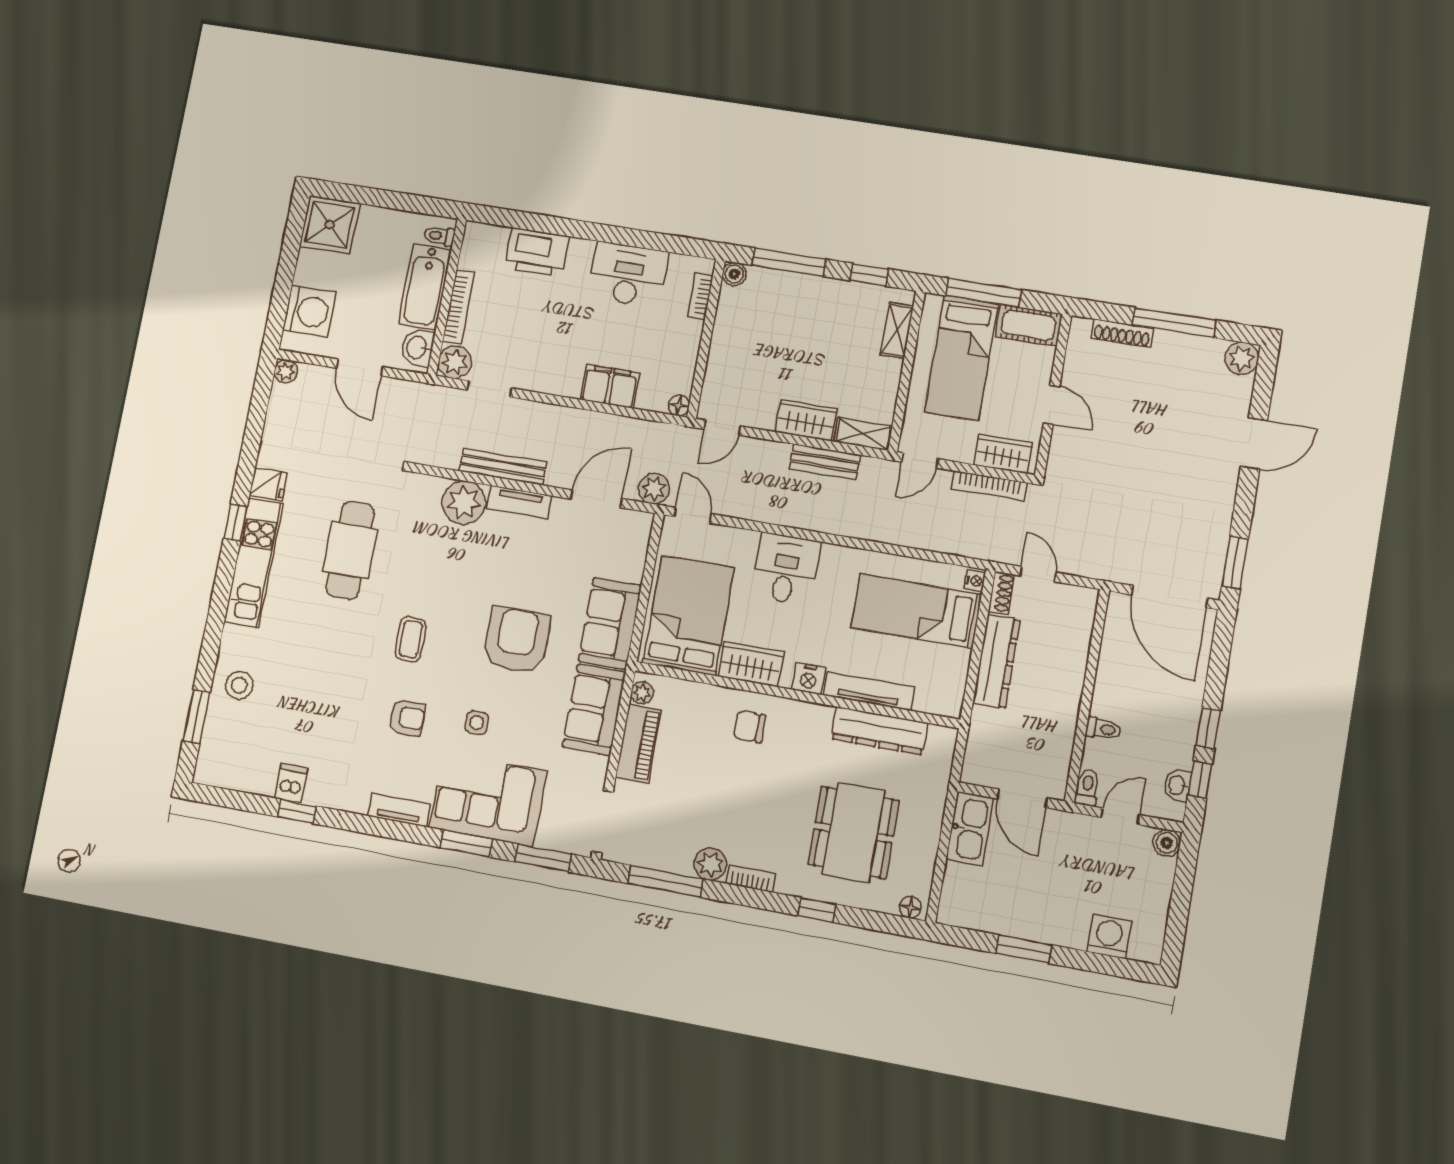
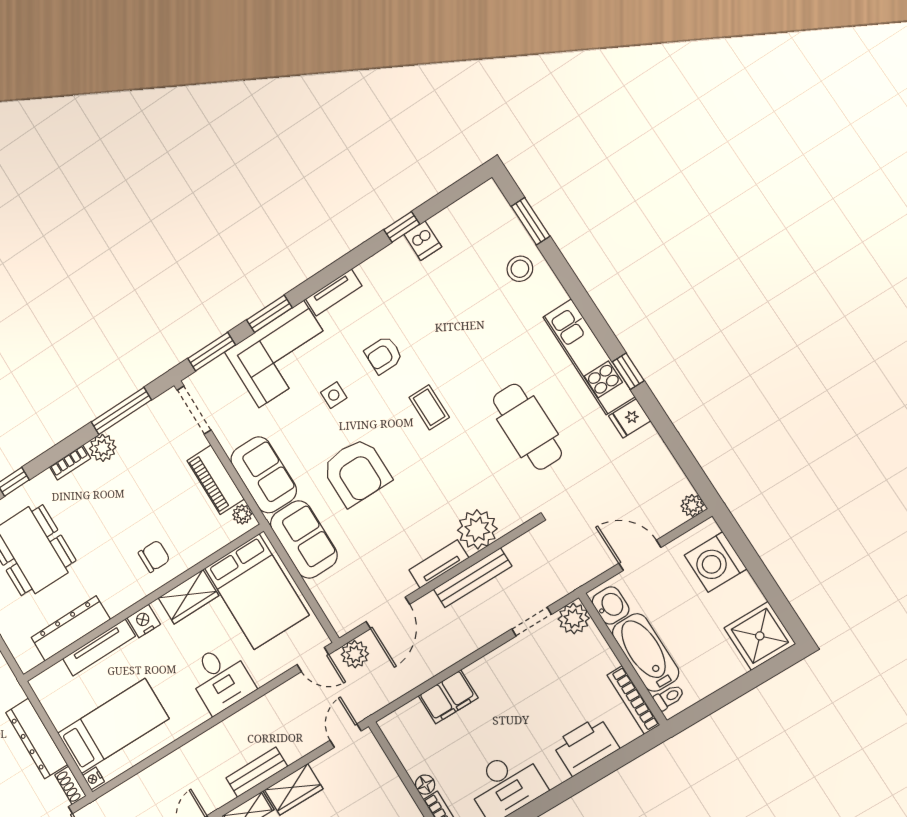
bookcase: (458, 307) -> (633, 700), moved
floor lamp: (679, 405) -> (425, 785), moved

